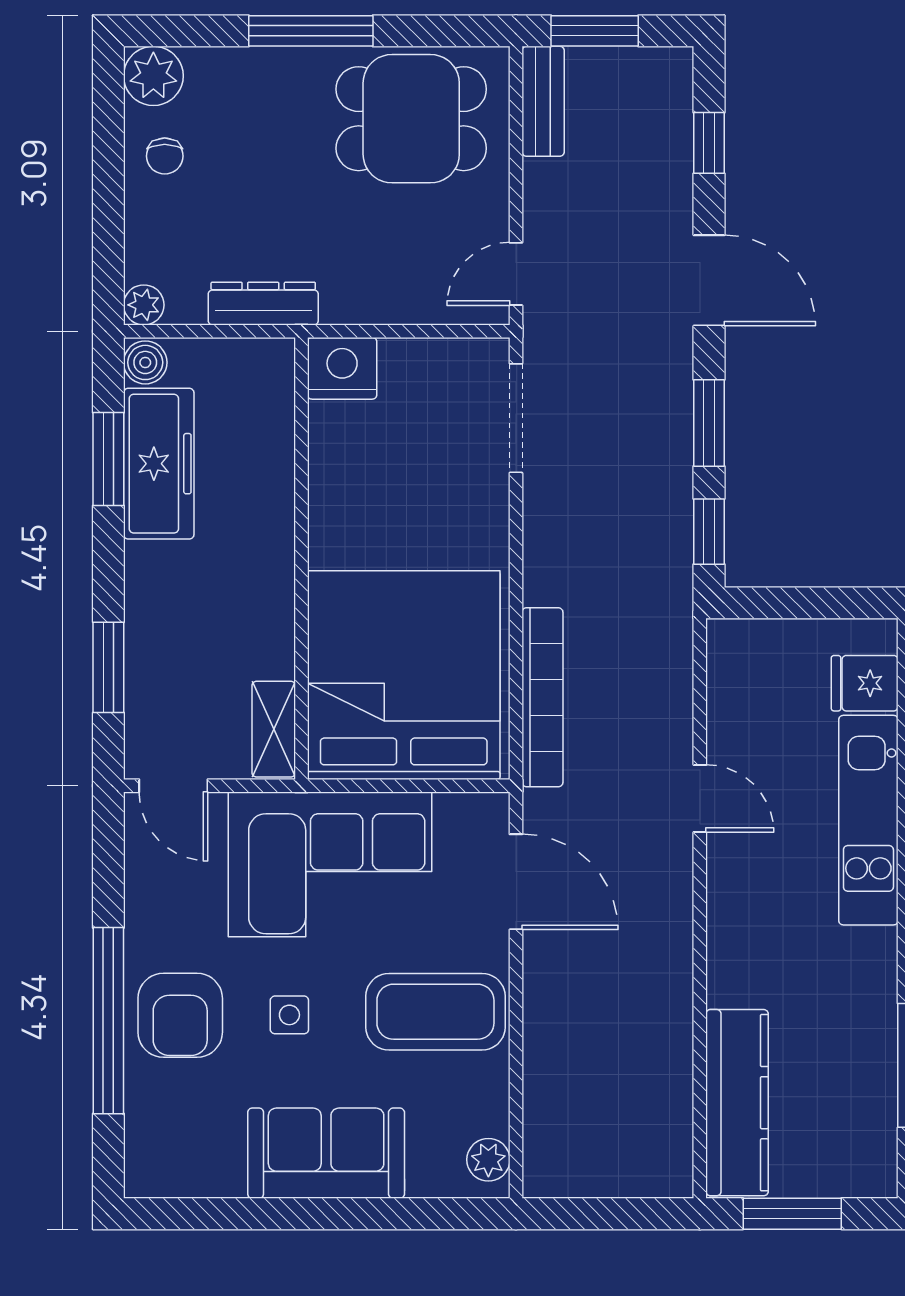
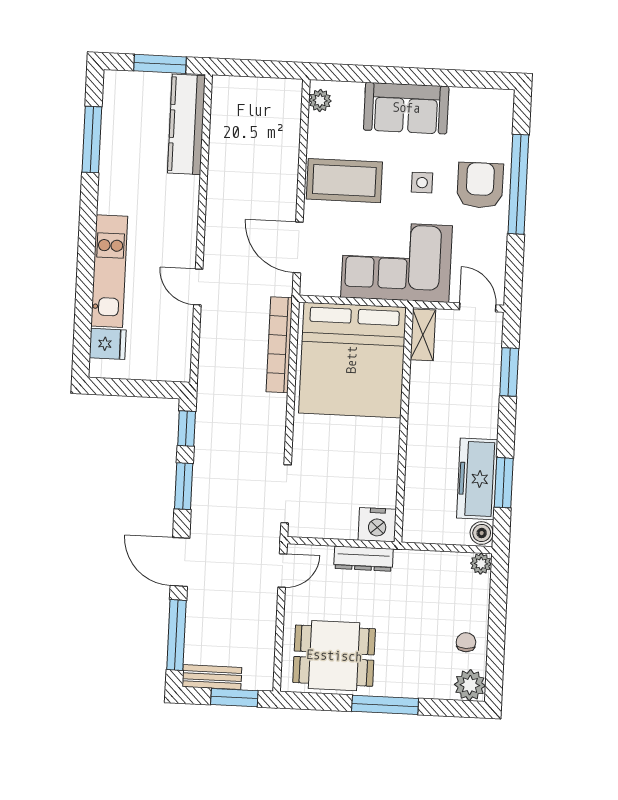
bench: (543, 101) -> (212, 677), moved, turned 90
window: (709, 143) -> (176, 635), width x2.17
dresser: (263, 304) -> (363, 559), moved

